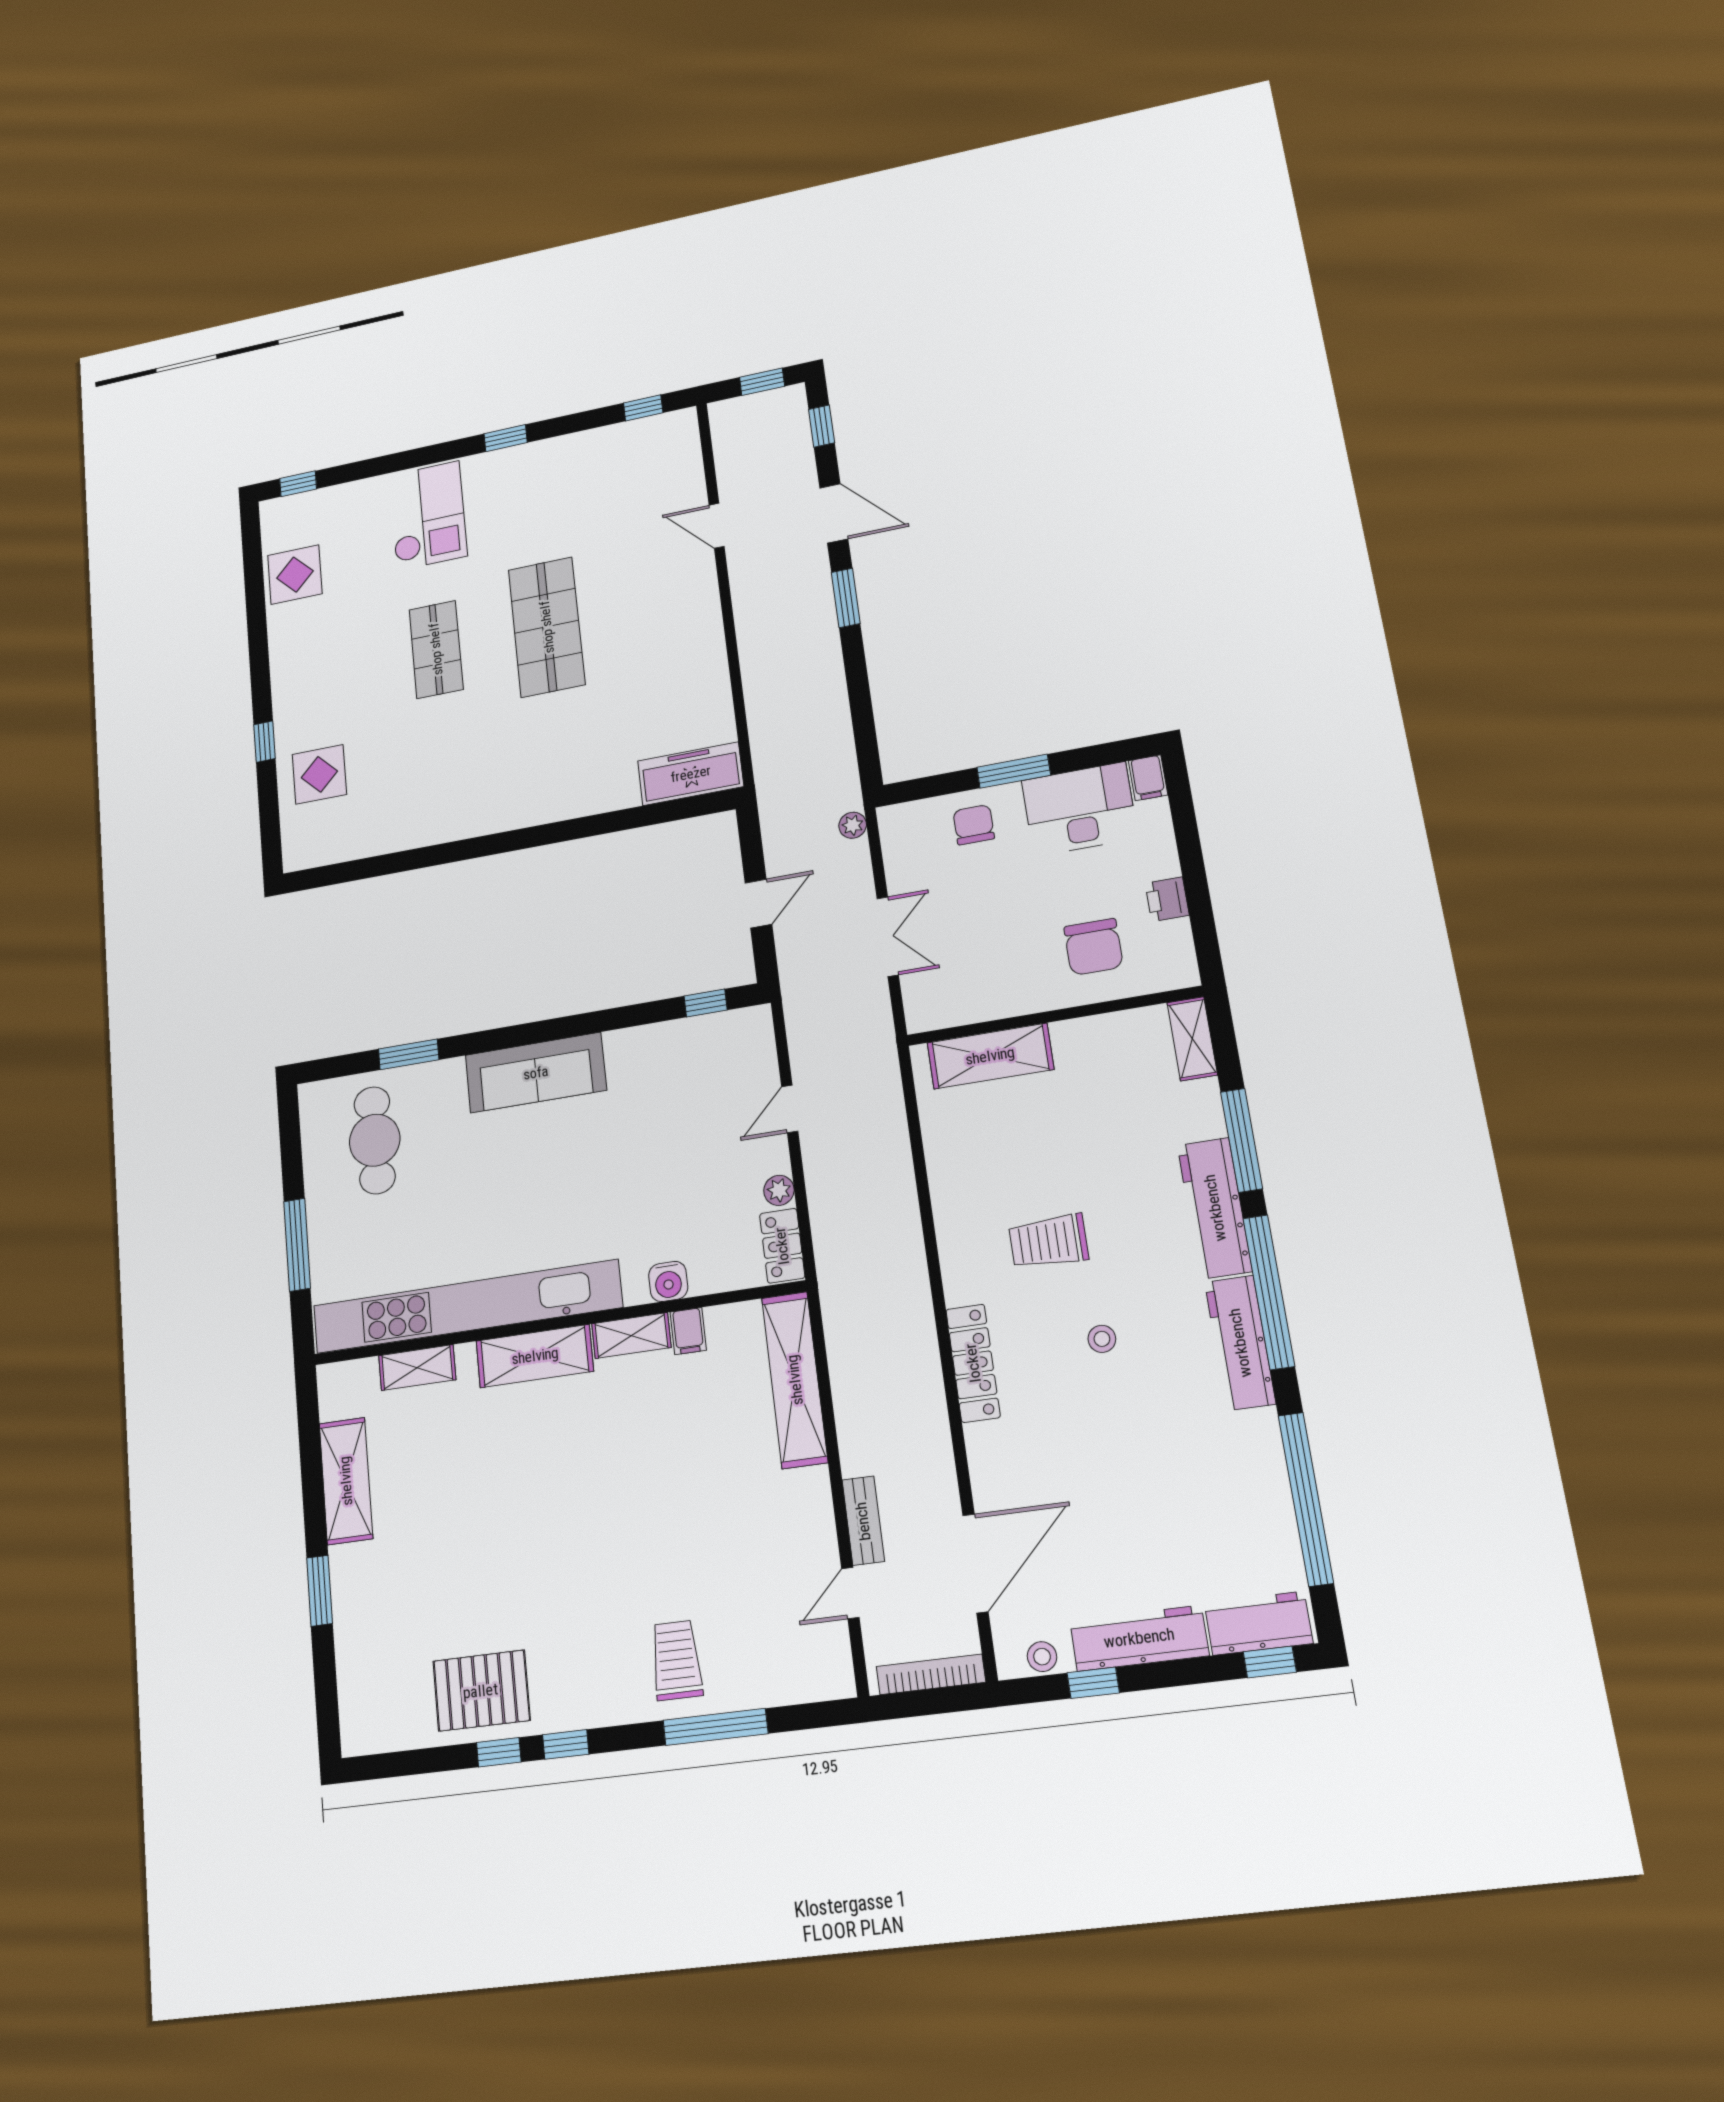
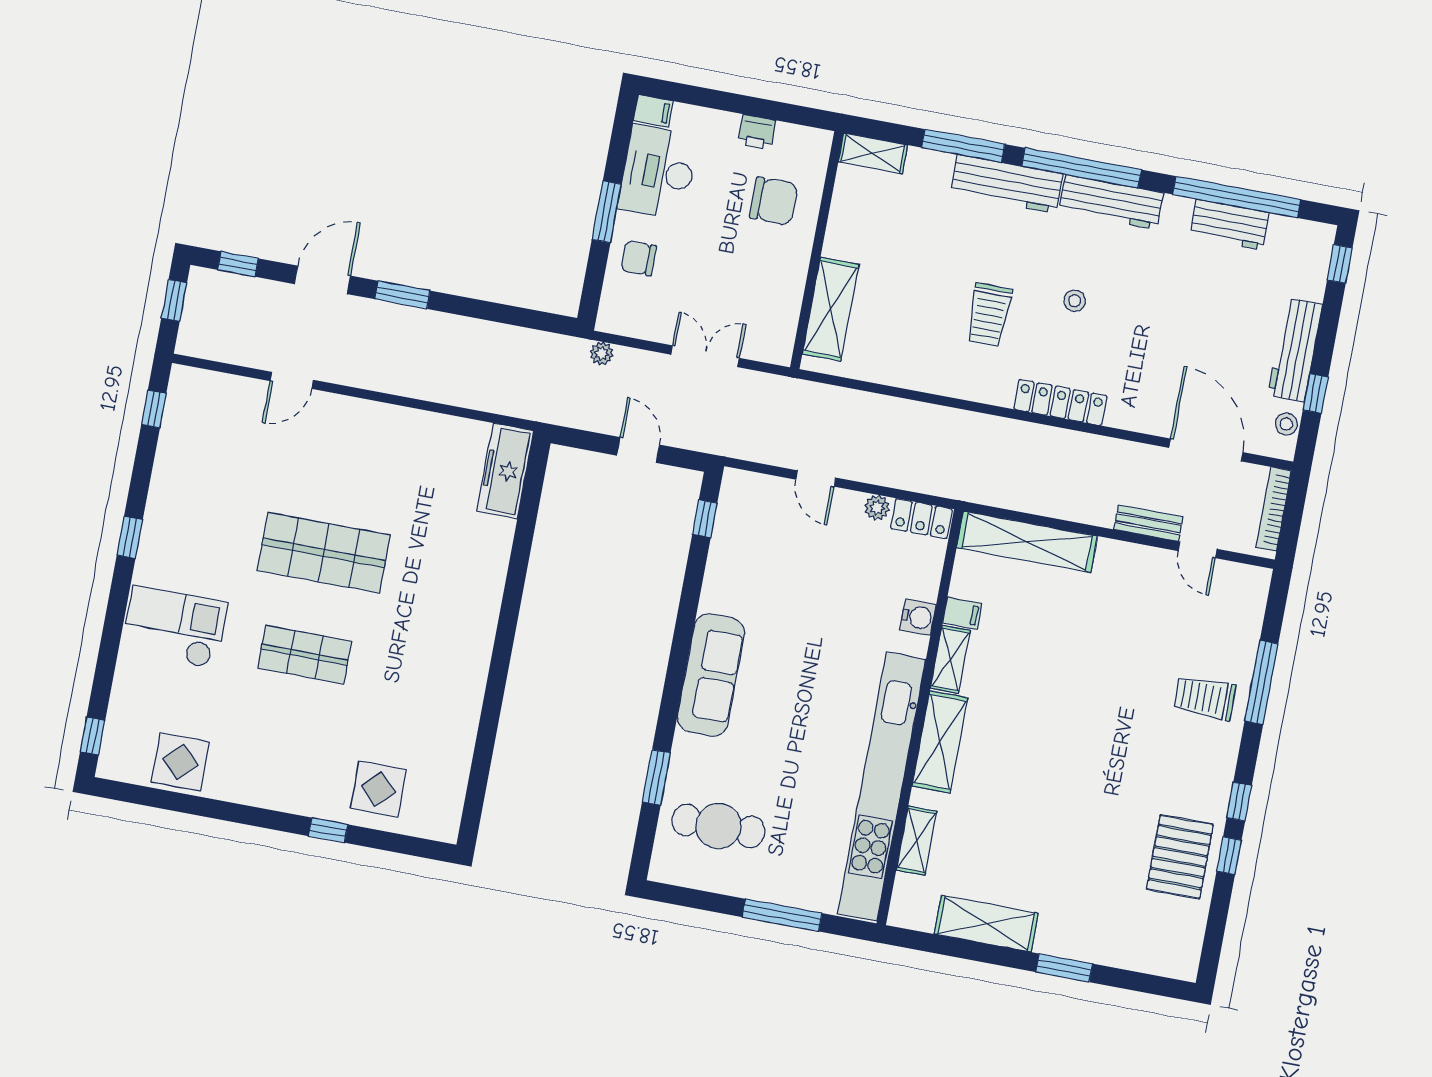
workbench: (1258, 1623) -> (1229, 225), moved, turned -90

